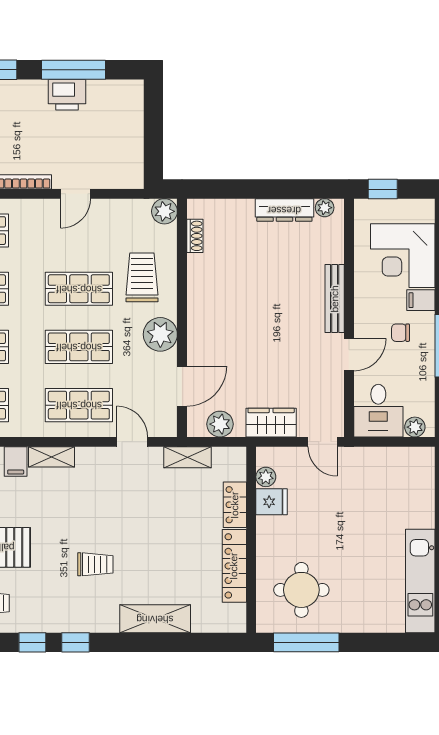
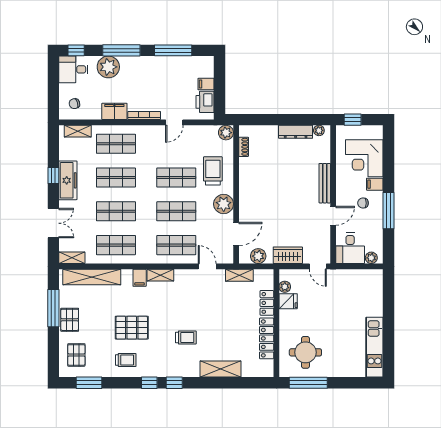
printer: (67, 95) -> (205, 102), moved, turned 90
filing cabinet: (130, 128) -> (206, 84), added

